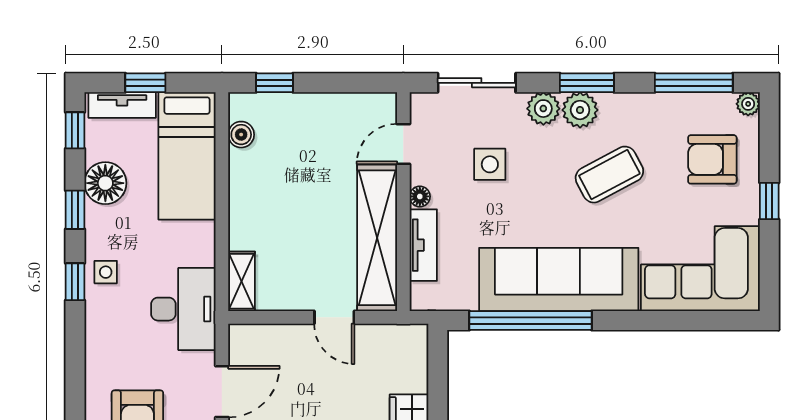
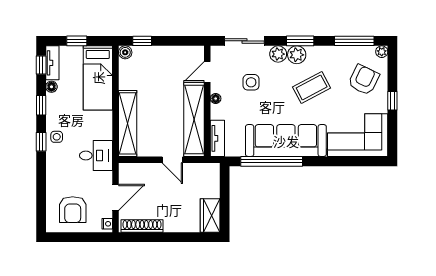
tv unit: (122, 105) -> (52, 63), moved, turned -90
boiler: (241, 135) -> (125, 52), moved
armchair: (712, 159) -> (364, 80), turned 116
floor lamp: (105, 183) -> (51, 87), width x0.53, depth x0.53
tv unit: (423, 245) -> (217, 138), moved
shelving: (242, 281) -> (128, 123), width x2.20, depth x1.33
desk: (183, 309) -> (96, 155), width x0.73

